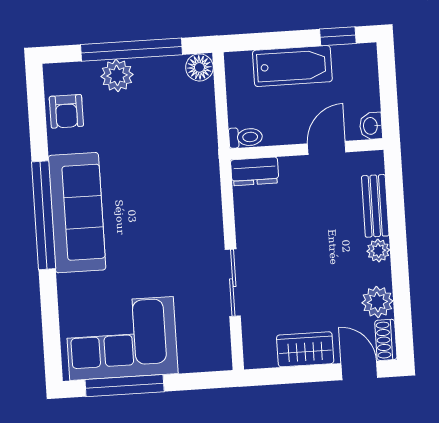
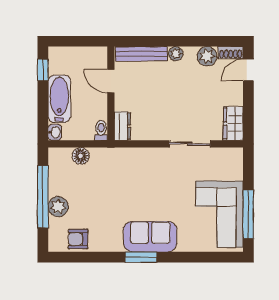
floor lamp: (199, 67) -> (81, 156), moved
armchair: (66, 111) -> (78, 239), turned 180
washbasin: (371, 126) -> (55, 132), moved, turned -90
bench: (375, 206) -> (141, 54), width x1.36
sofa: (77, 213) -> (150, 237), width x0.73
window: (44, 215) -> (141, 257), width x0.47
wardrobe: (305, 349) -> (233, 124), moved

